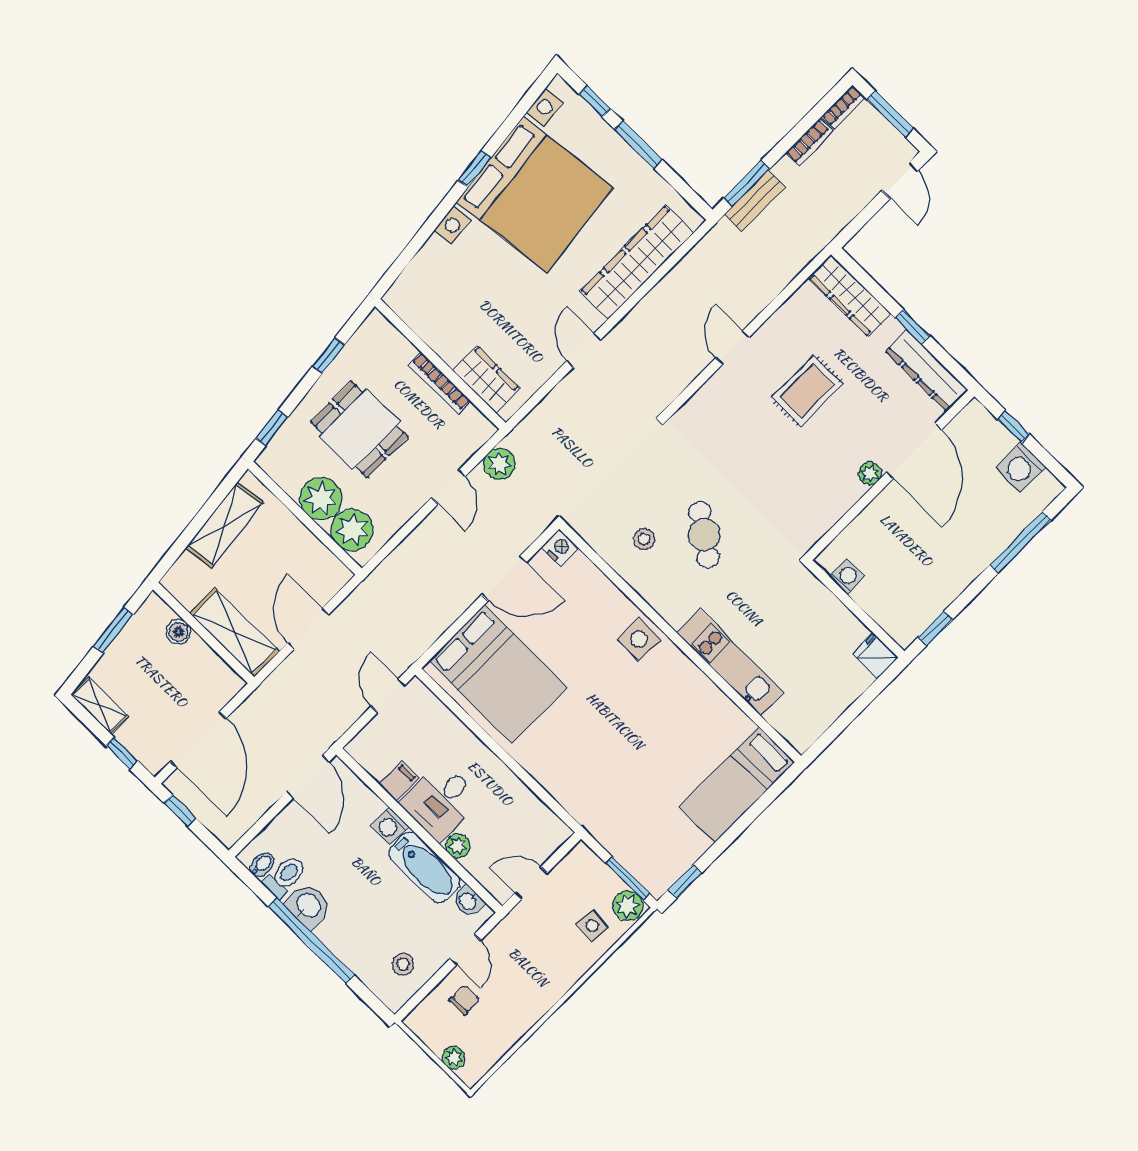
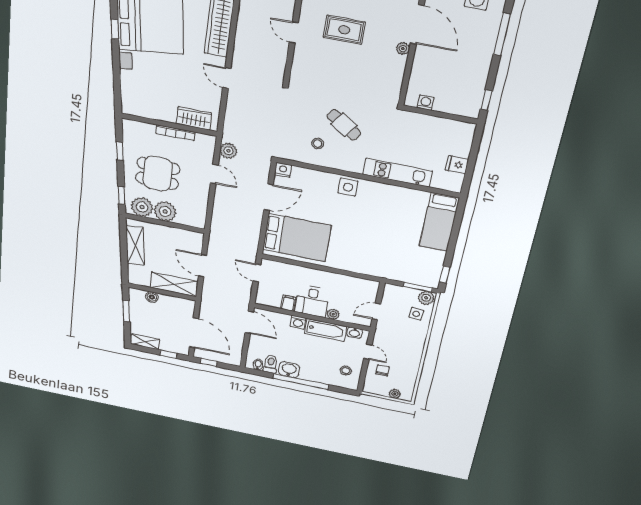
rug: (807, 391) -> (344, 30), turned 90
plant: (352, 530) -> (142, 207), moved
fridge: (875, 656) -> (457, 165), moved

